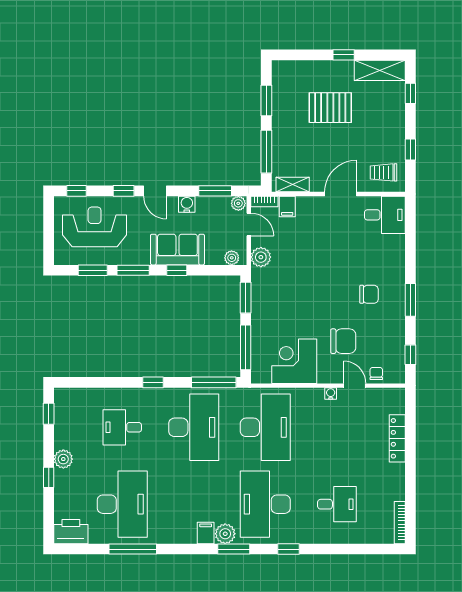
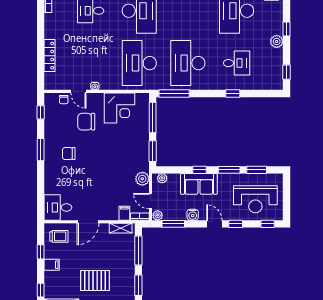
filing cabinet: (394, 131) -> (52, 265), added
window: (153, 382) -> (233, 94), moved

